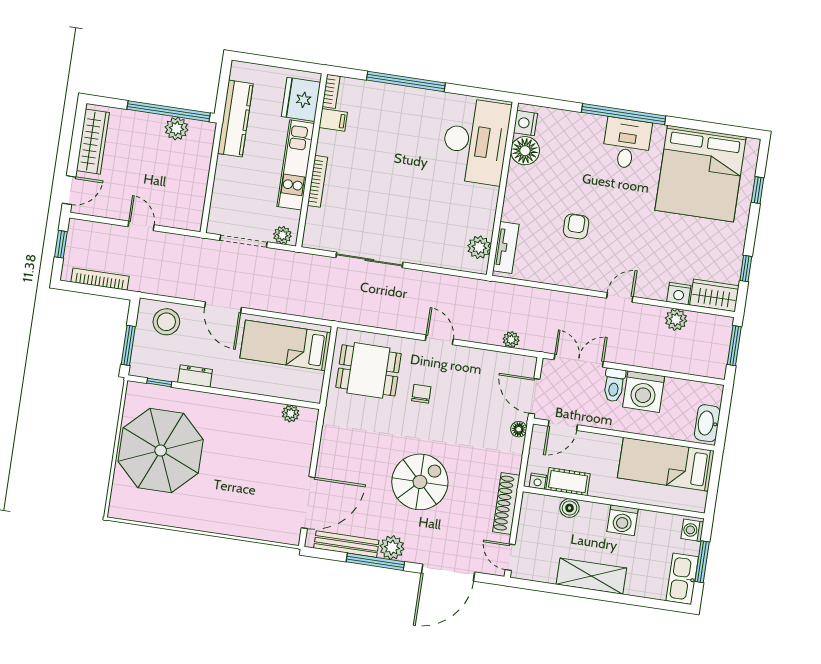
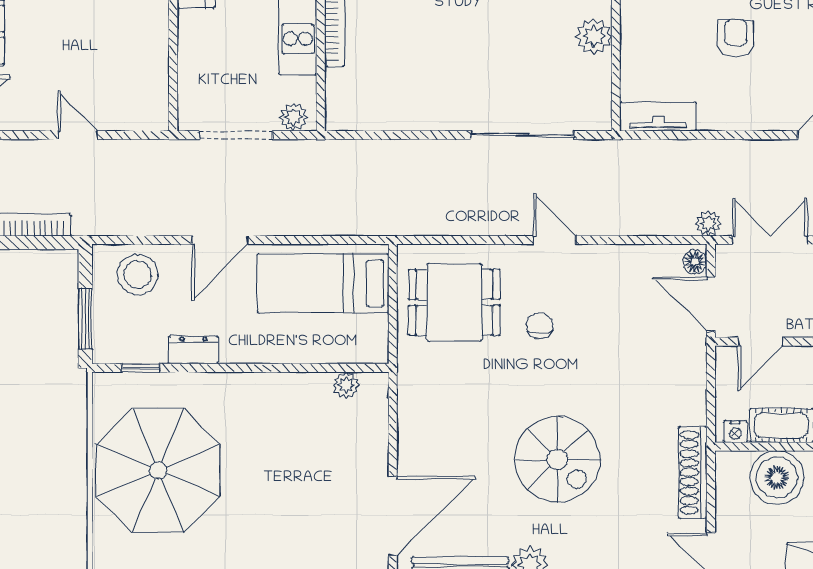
plant: (479, 247) -> (594, 36), moved
tv unit: (506, 247) -> (658, 117), moved, turned -90
sliding door: (369, 260) -> (522, 135), moved
door: (223, 307) -> (220, 240), hinge flipped
plant: (511, 340) -> (708, 223), moved
floor lamp: (519, 429) -> (695, 262), moved
spiral stairs: (420, 482) -> (557, 459), turned 90
boiler: (569, 508) -> (777, 478), width x1.86, depth x1.86

